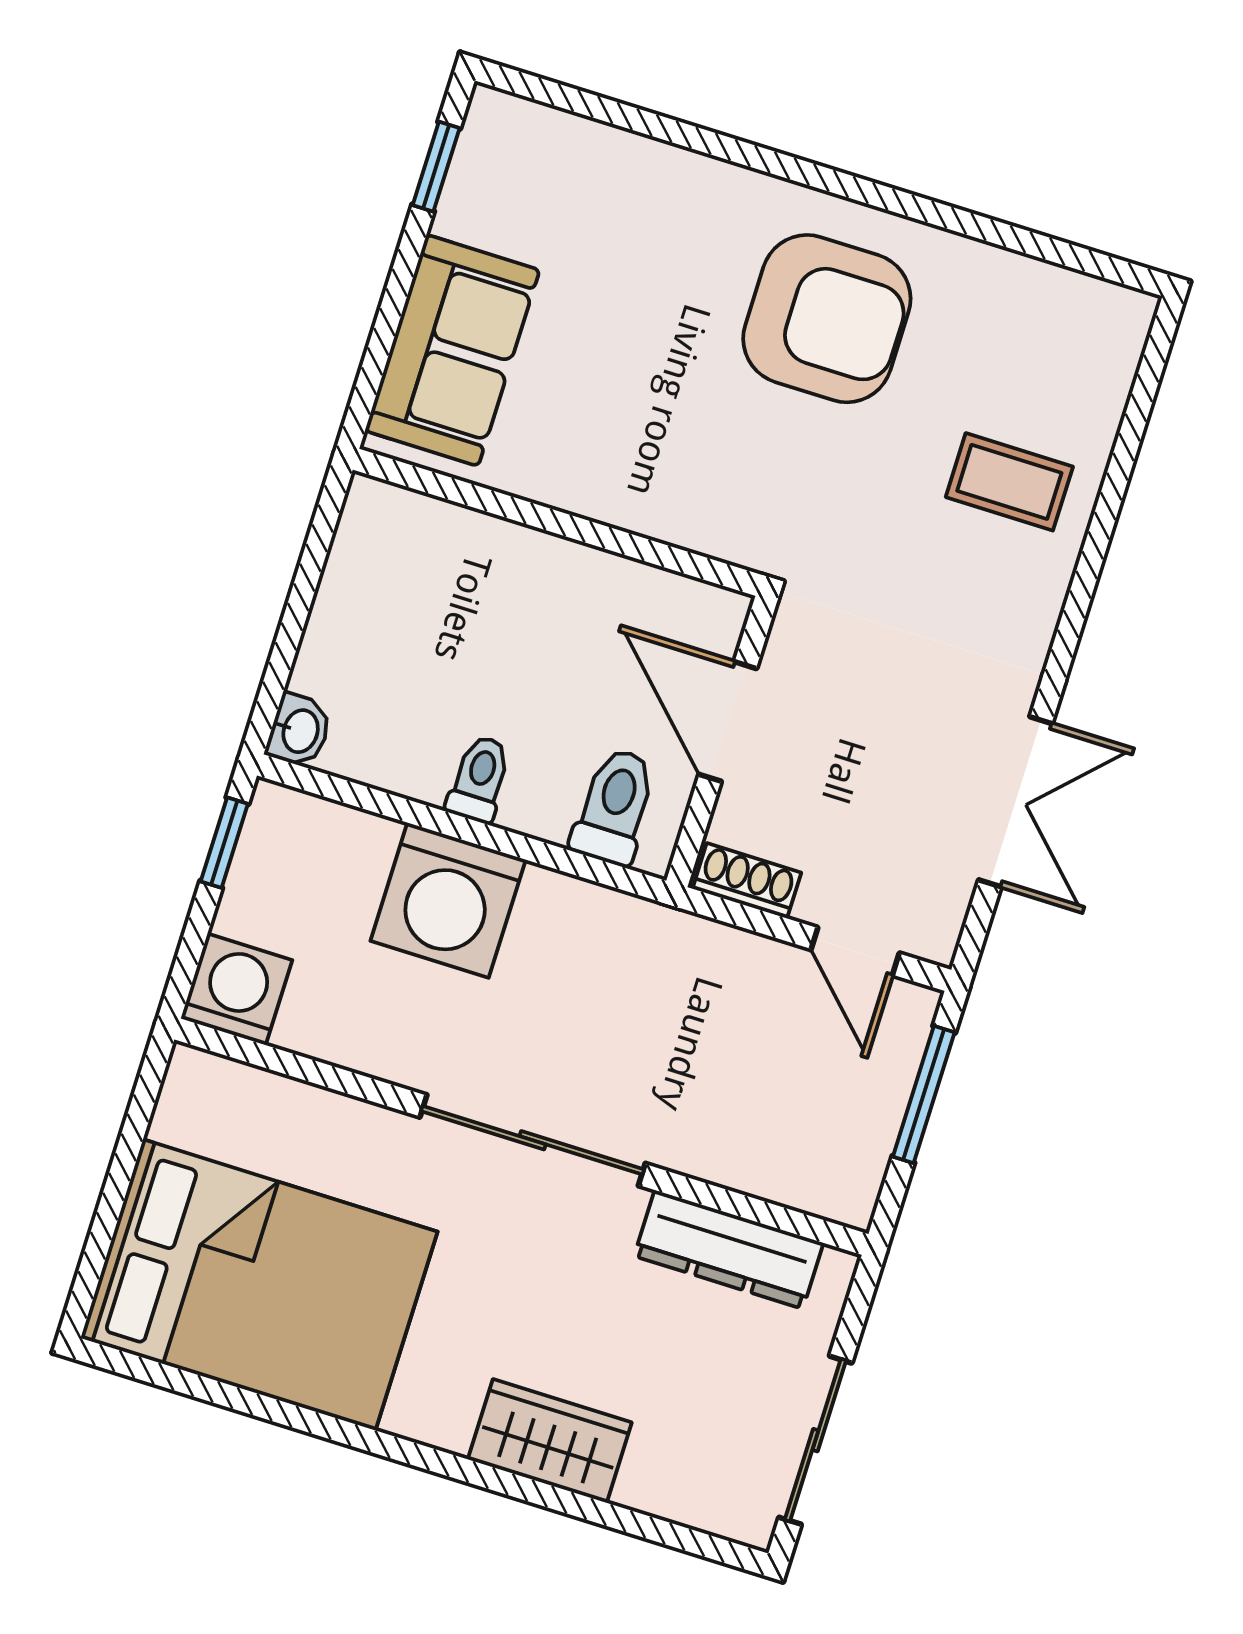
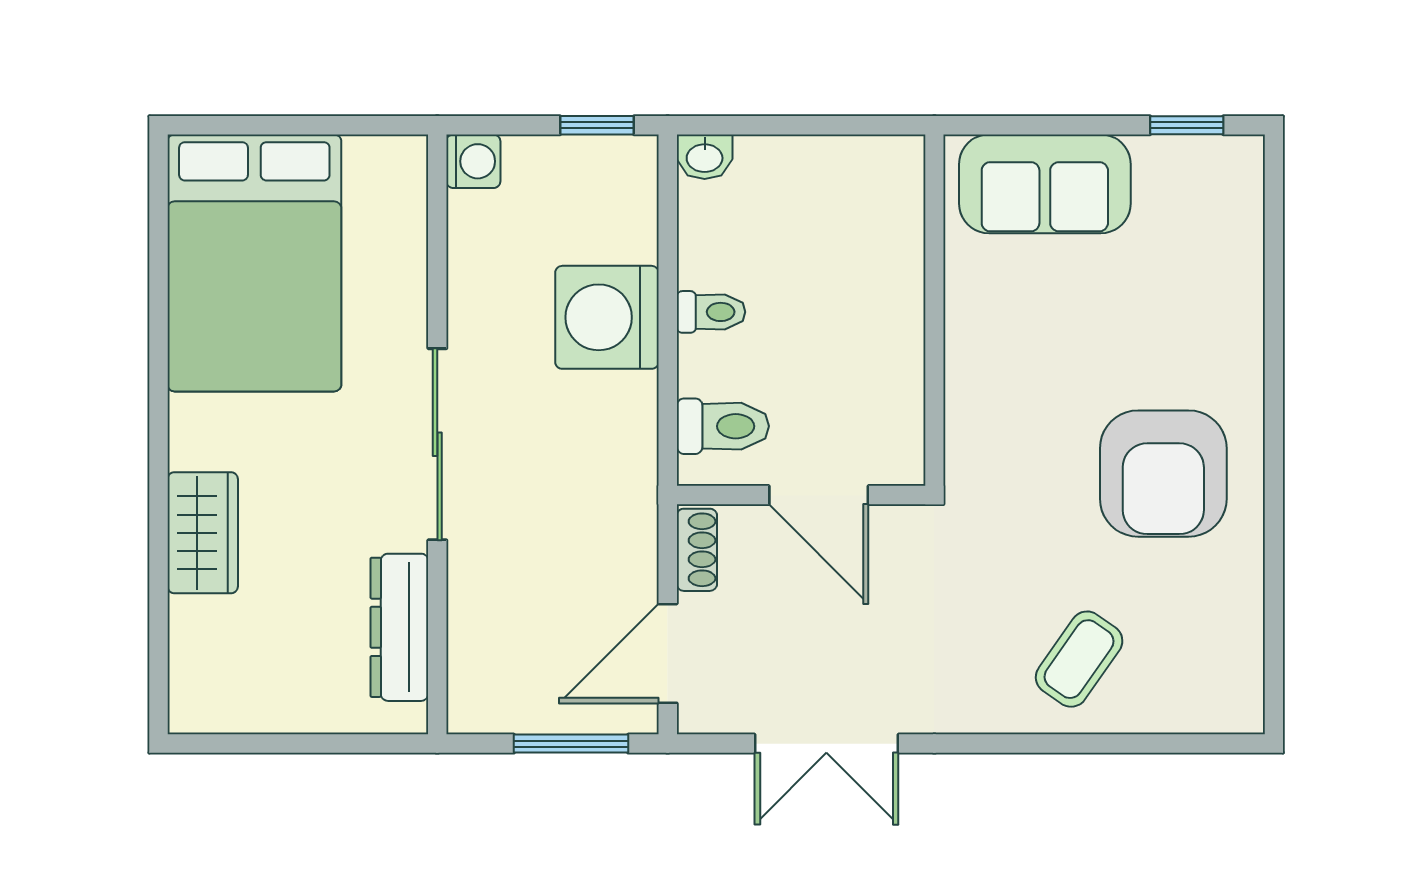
coffee table: (1009, 482) -> (1079, 659), turned 35
door: (728, 721) -> (819, 495), swing flipped
door: (855, 951) -> (668, 653), width x1.38
washing machine: (237, 989) -> (473, 161), width x0.73, depth x0.73
sliding door: (815, 1440) -> (269, 744), removed

